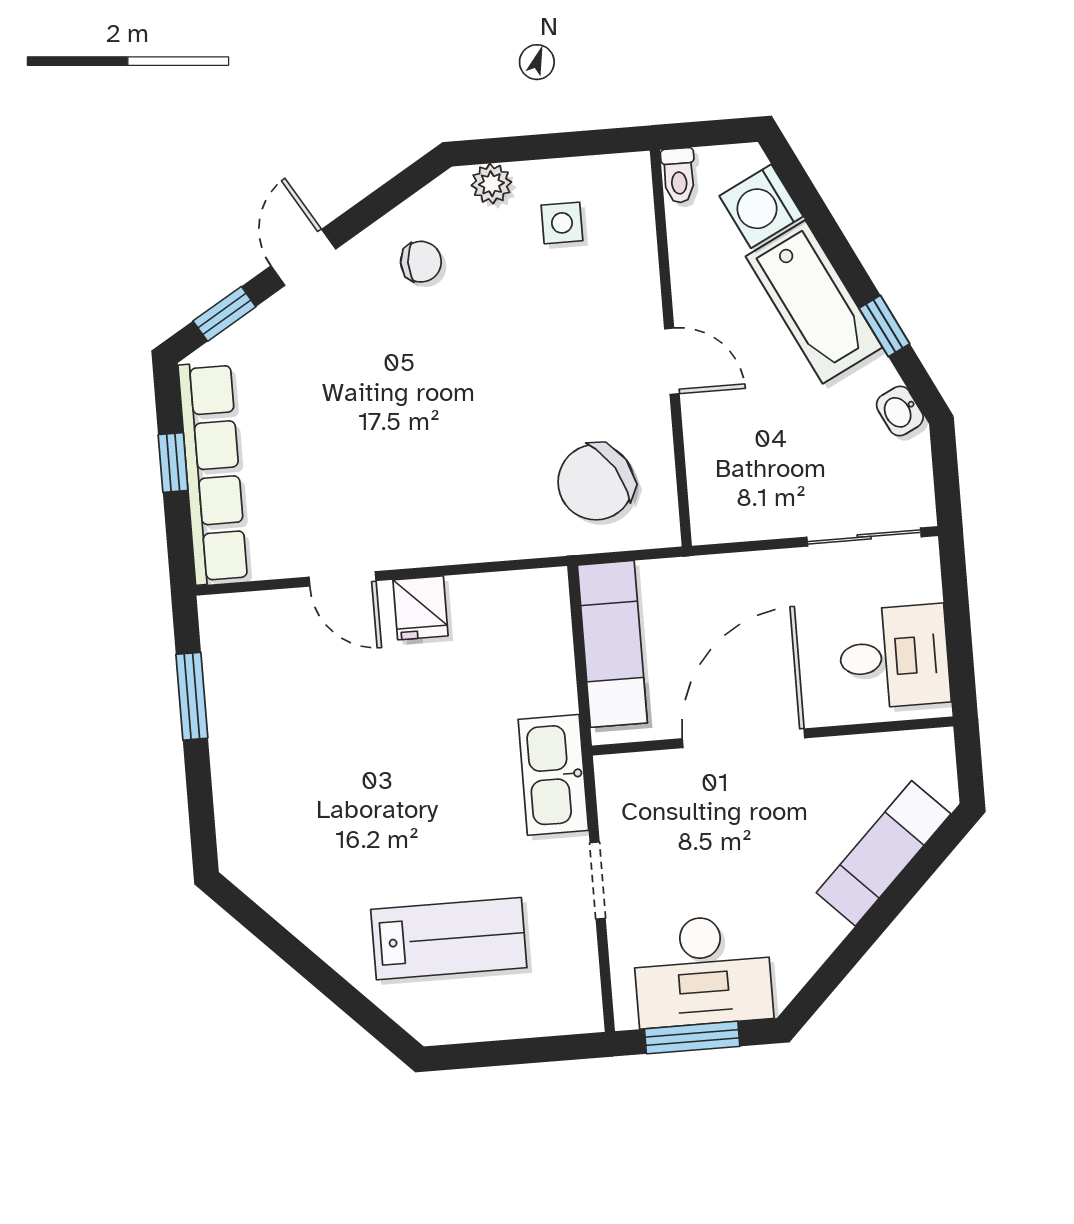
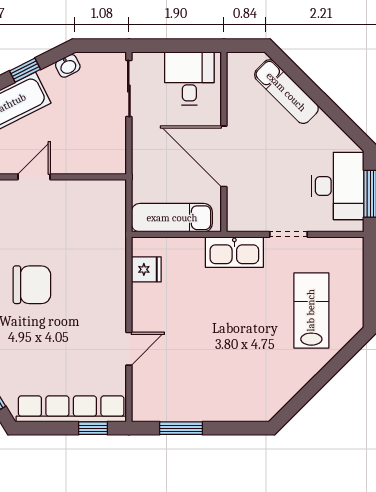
window: (173, 462) -> (93, 428), moved
chair: (596, 482) -> (32, 285), moved, turned -58
fridge: (420, 608) -> (146, 269), moved

